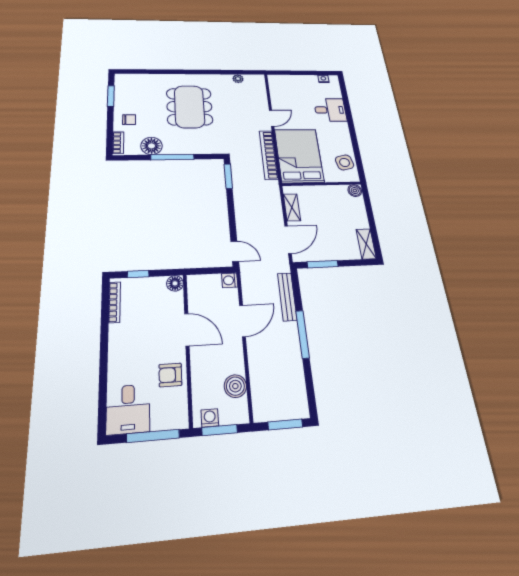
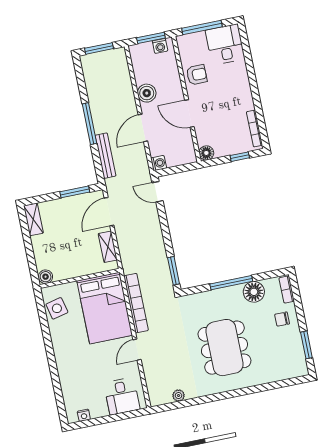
desk: (330, 110) -> (122, 396), moved, turned -90
boiler: (235, 386) -> (147, 93), moved

